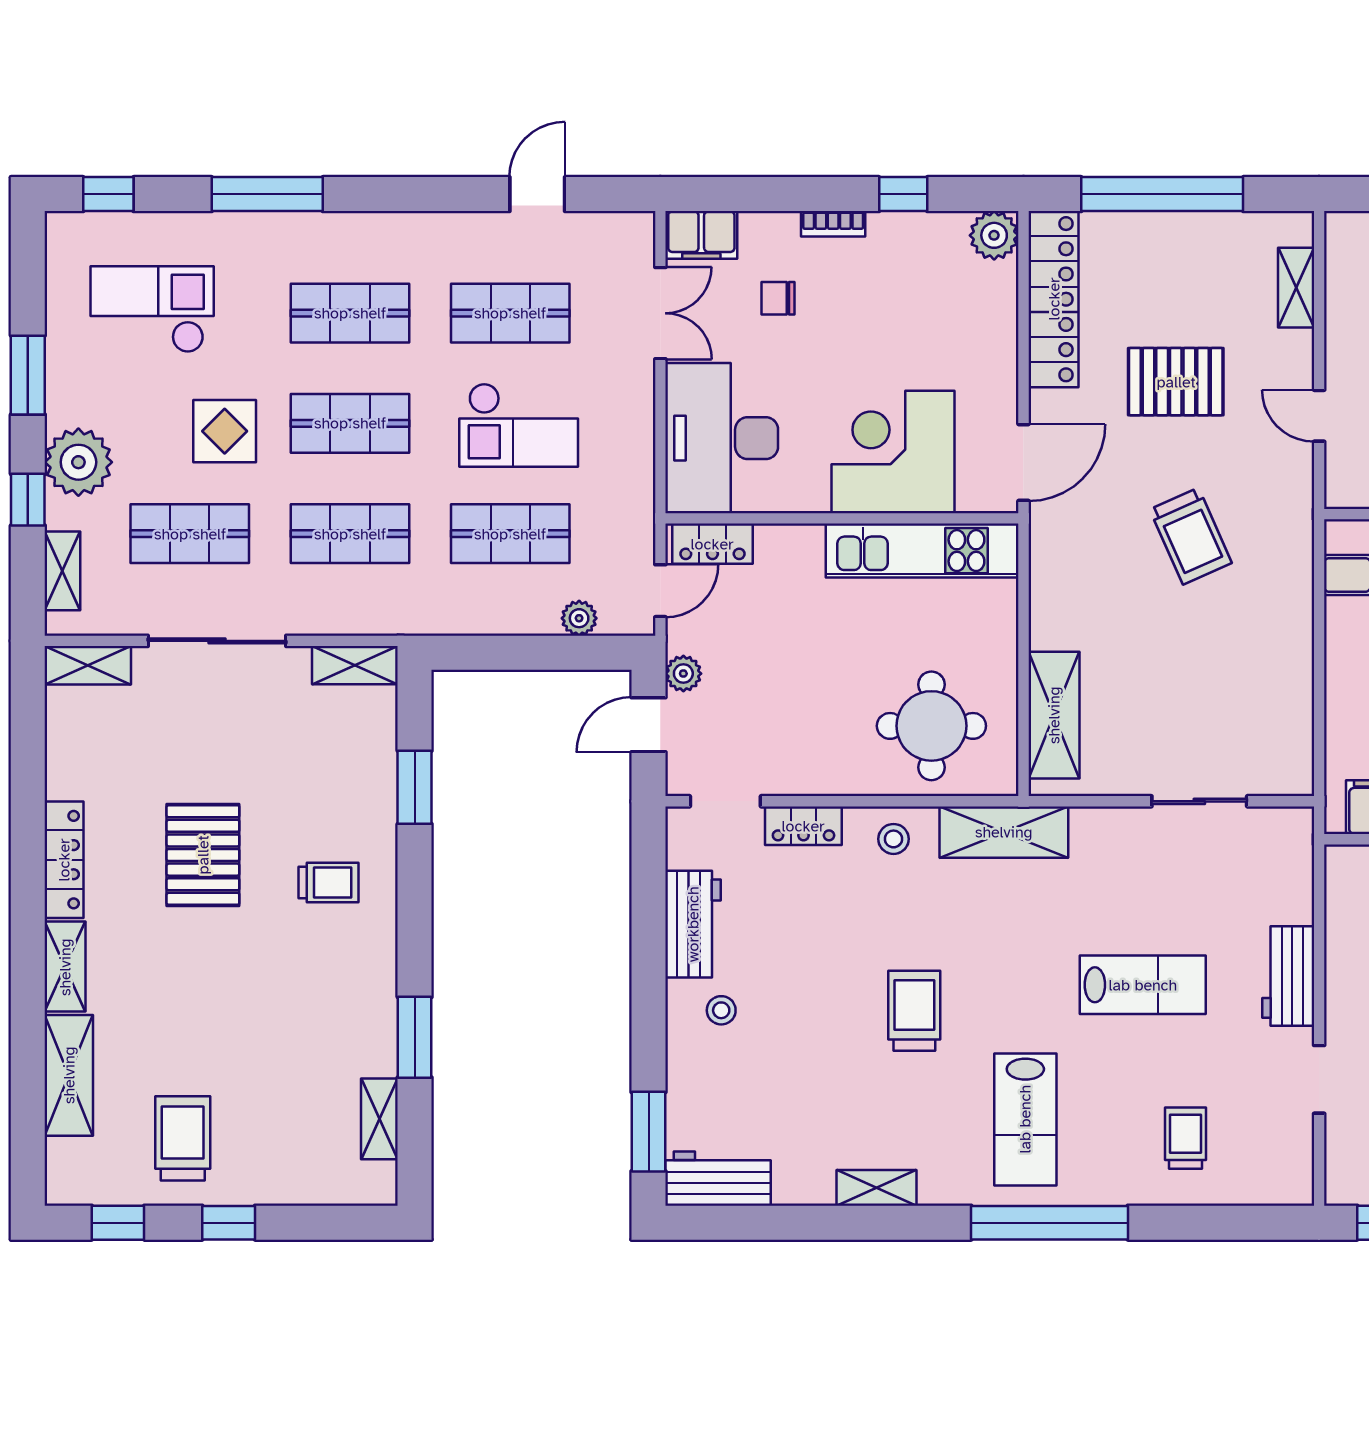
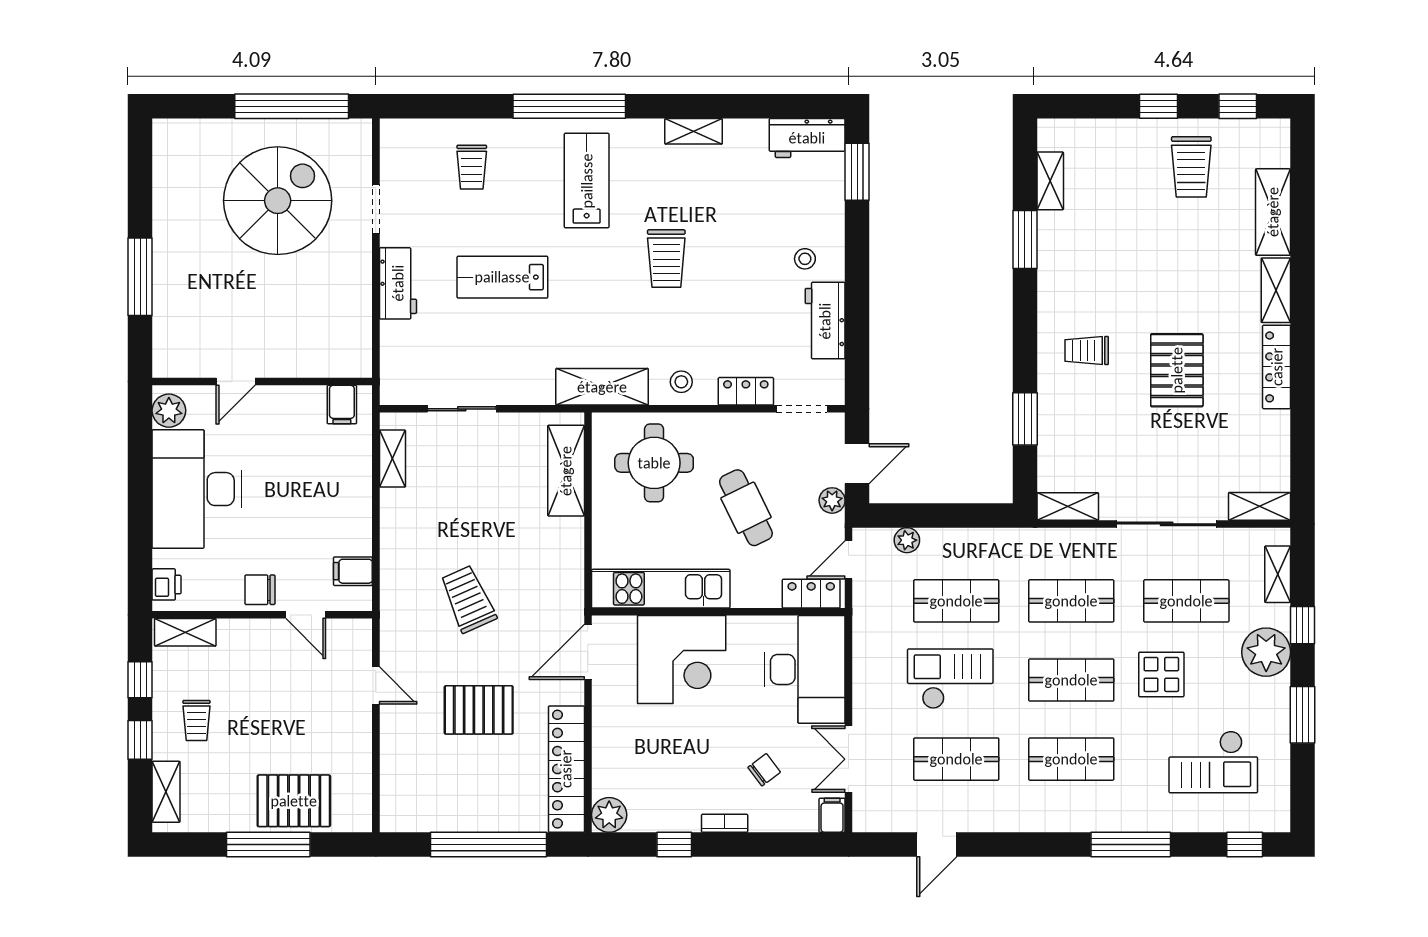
filing cabinet: (701, 235) -> (832, 815), width x0.50
shelving: (1296, 288) -> (392, 459), moved
chair: (778, 298) -> (764, 770), turned -37
cafe table: (803, 663) -> (746, 508), added

